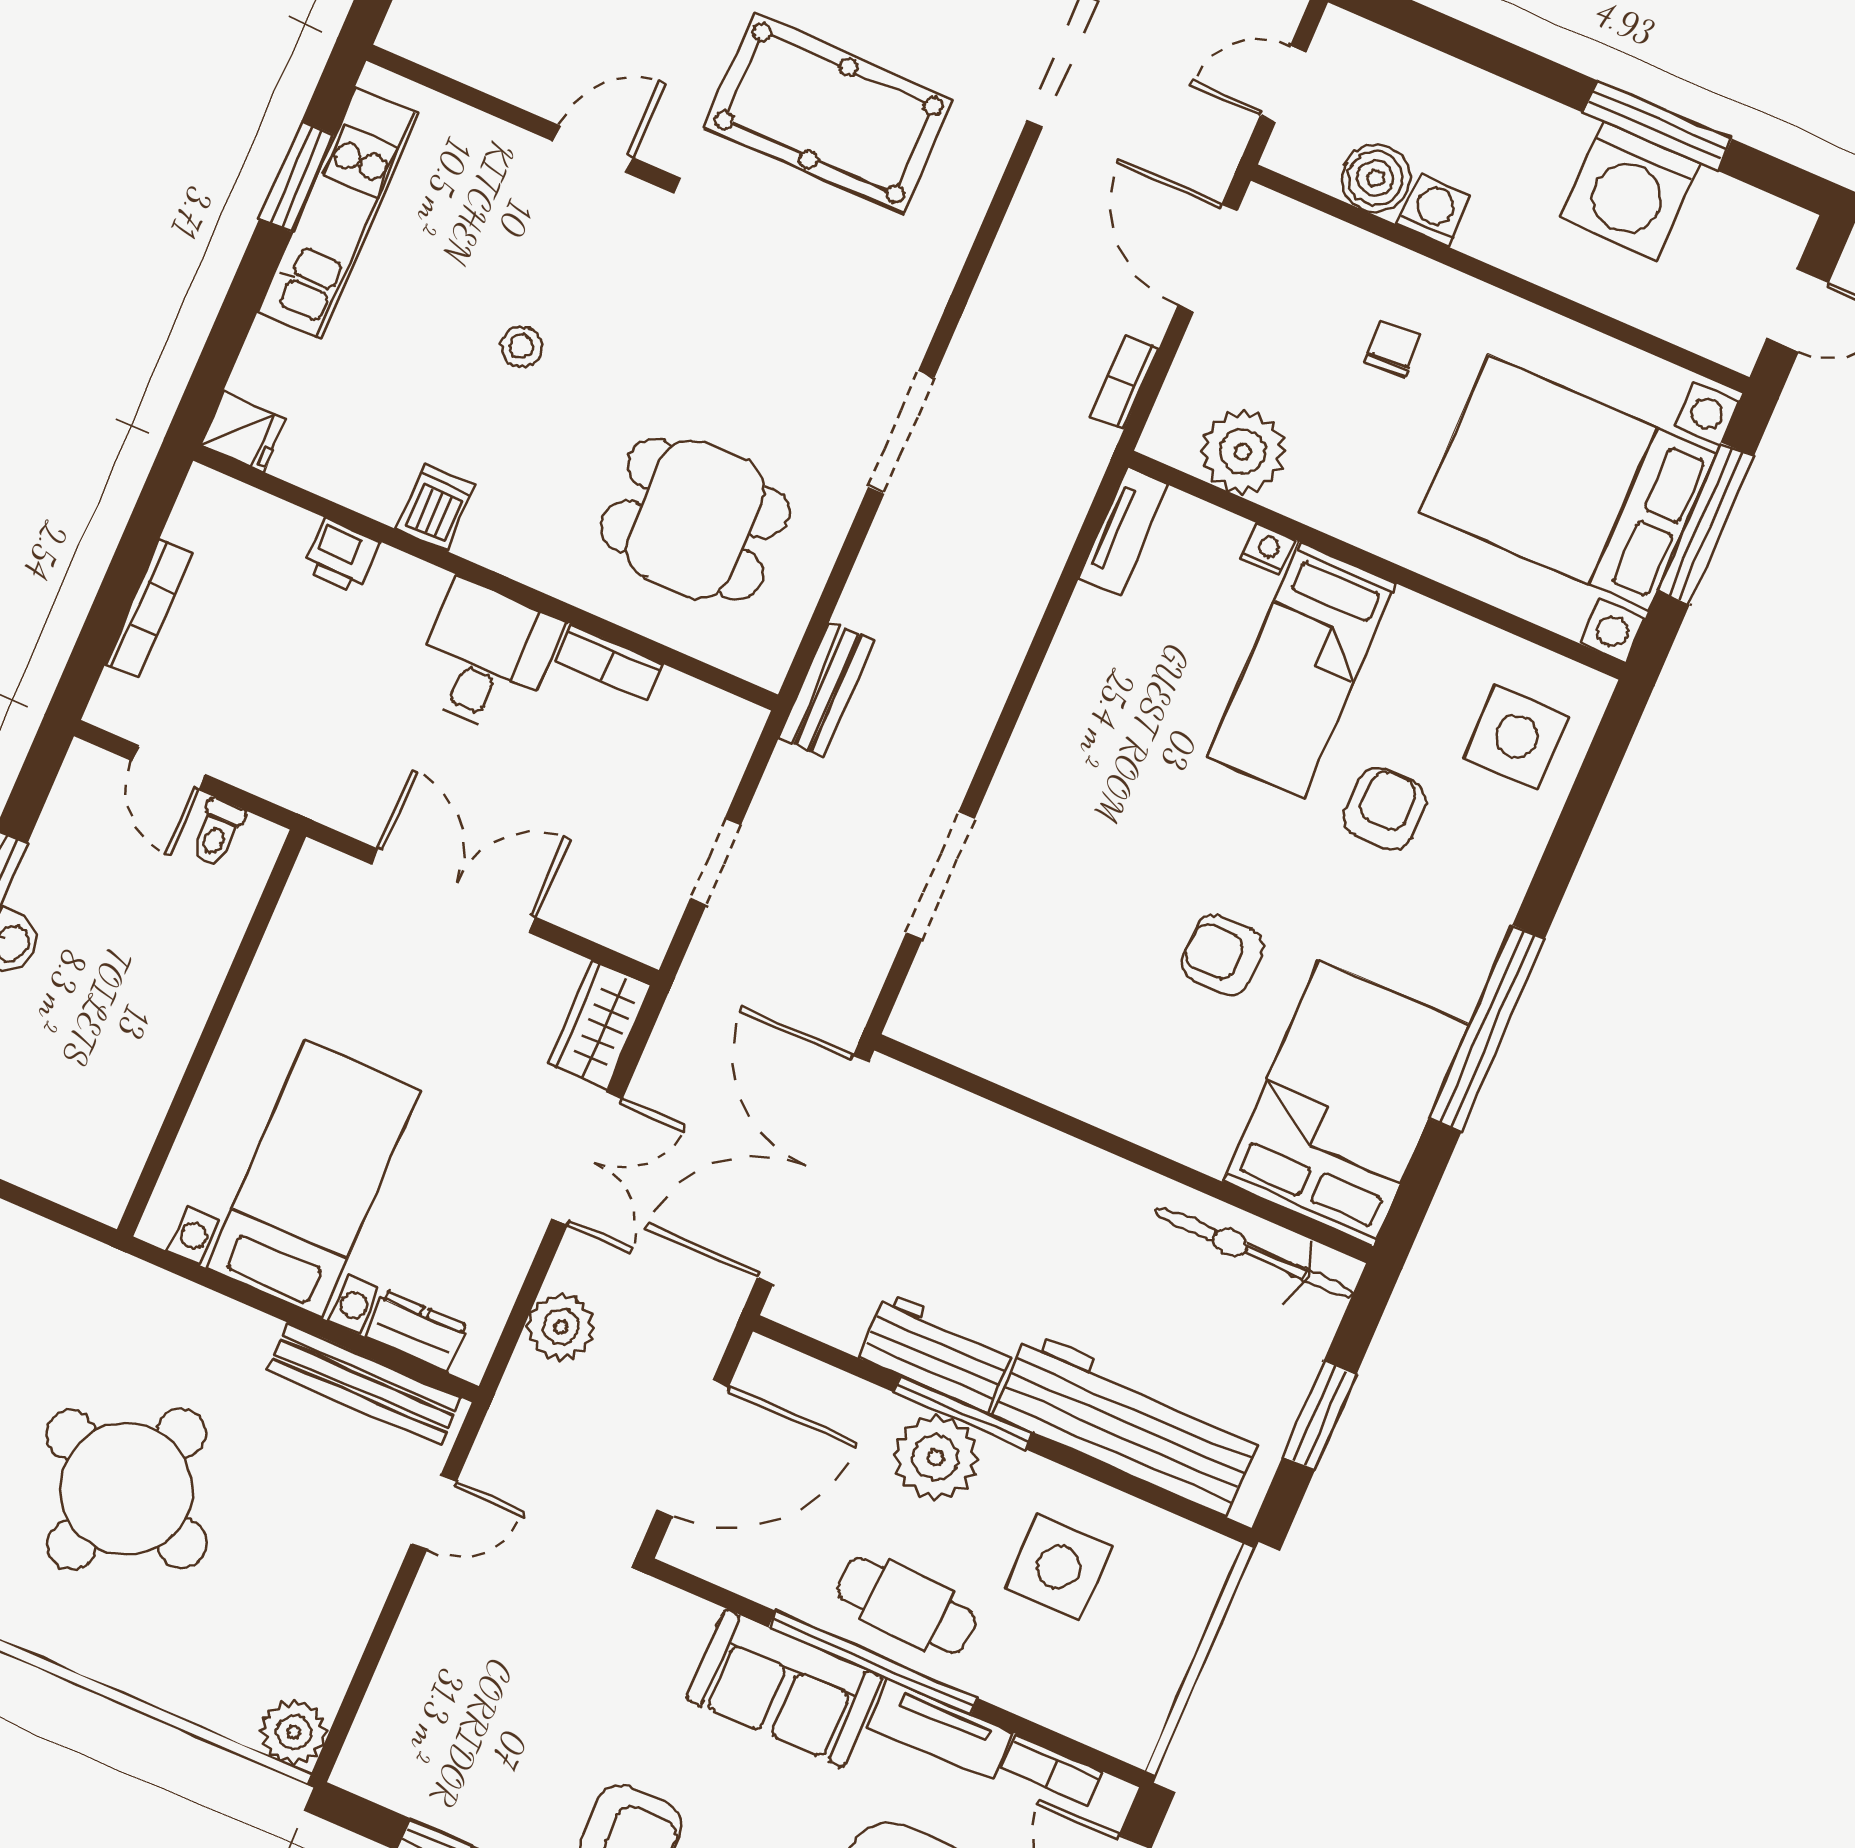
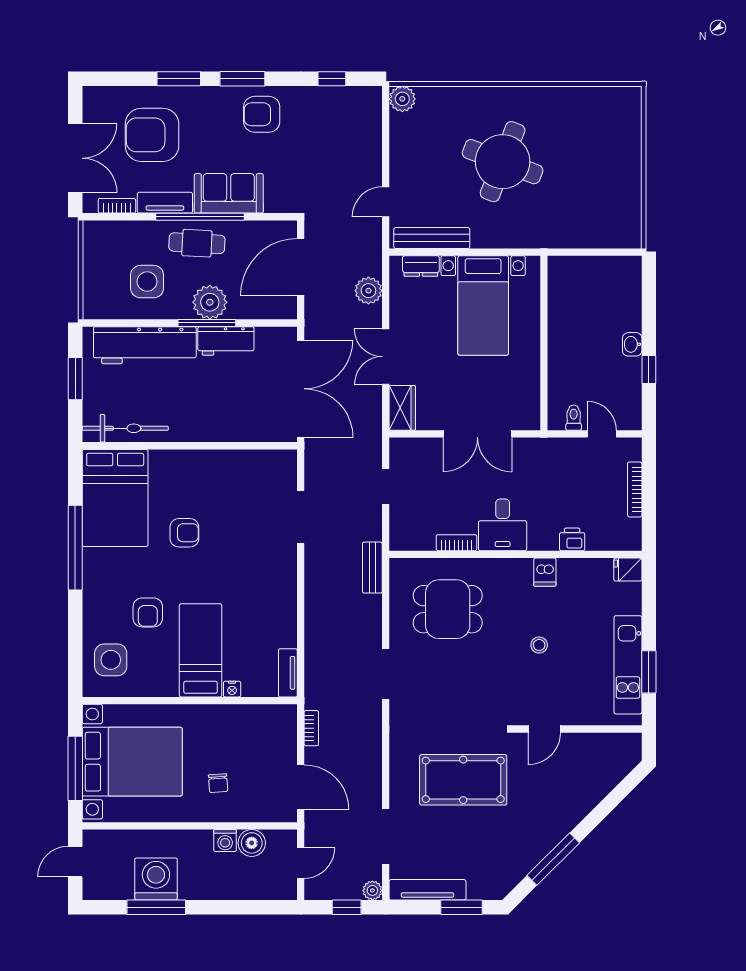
plant: (1243, 452) -> (257, 721), removed

